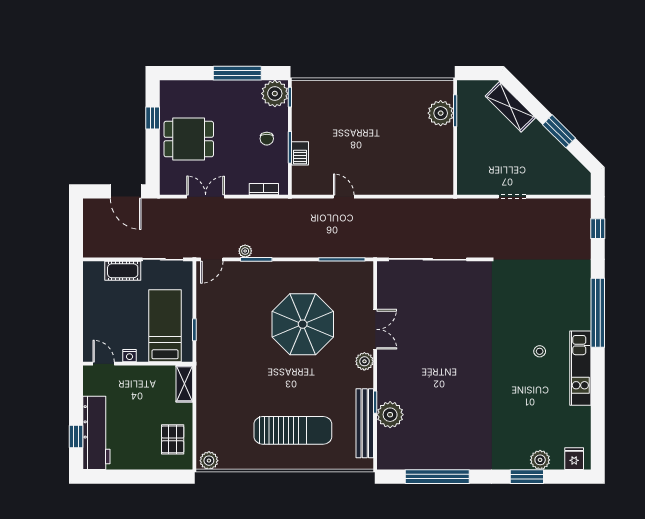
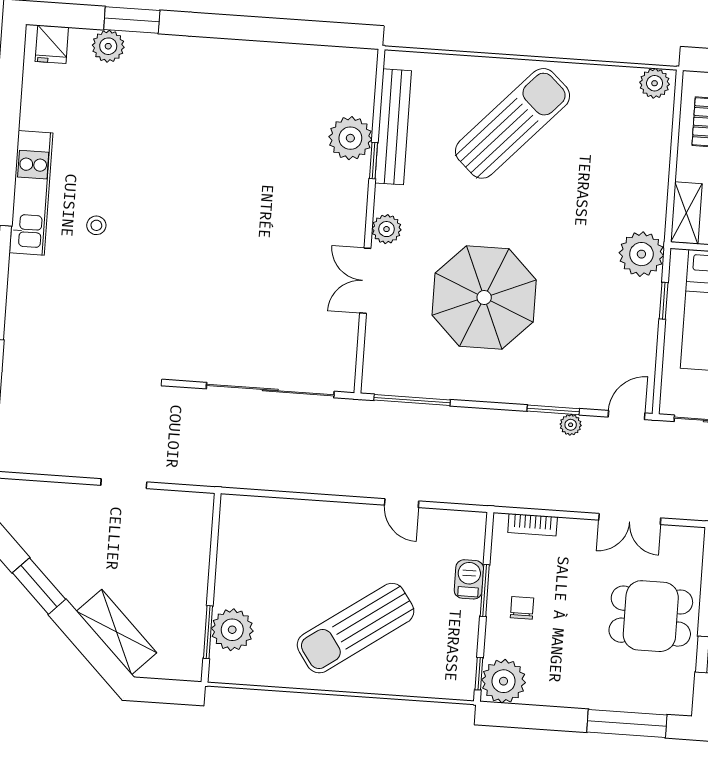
window: (237, 73) -> (627, 724), moved
sun lounger: (366, 119) -> (356, 628), added
plant: (210, 357) -> (641, 254), added
sun lounger: (293, 430) -> (513, 123), turned 133
window: (437, 477) -> (280, 30), removed

